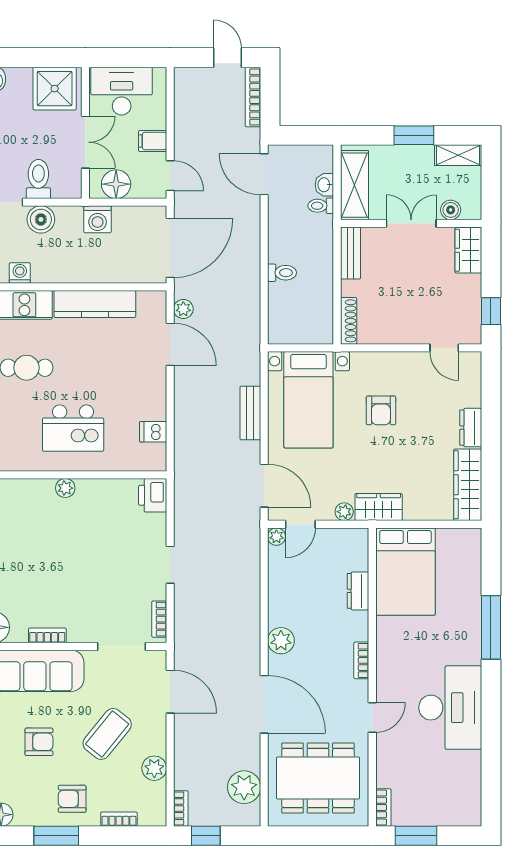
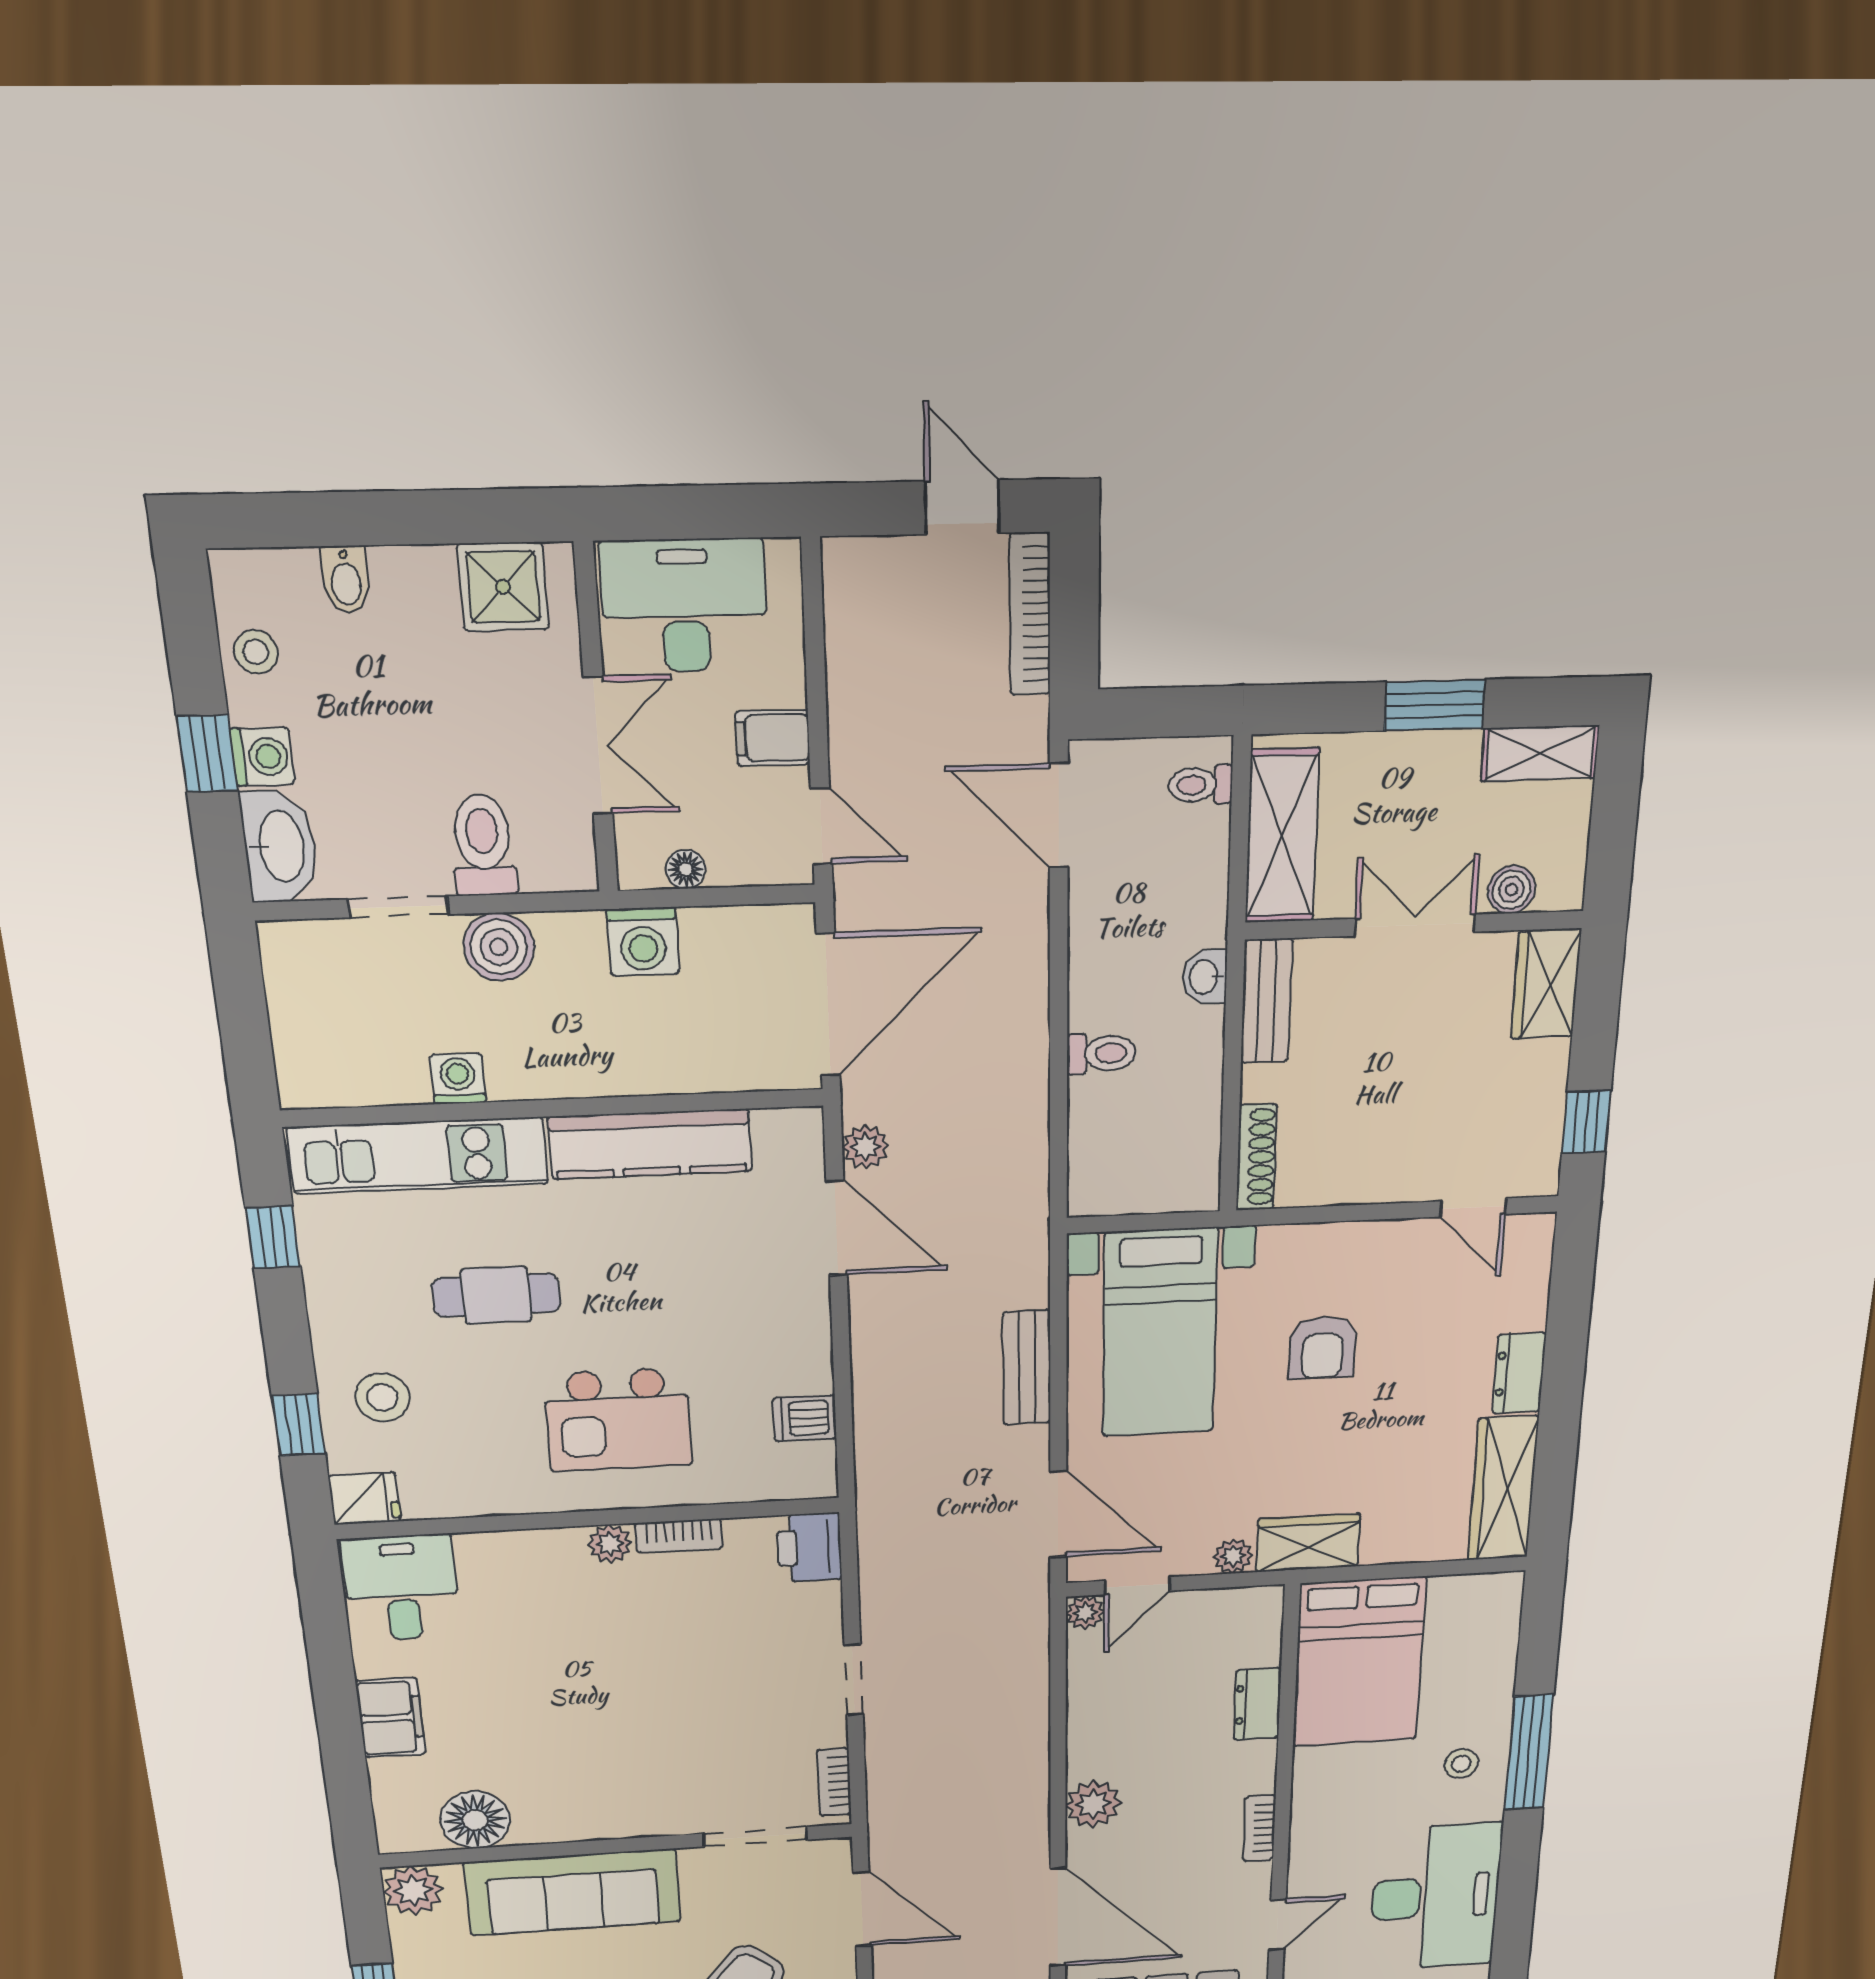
shower: (55, 89) -> (503, 587), width x0.73, depth x0.73
floor lamp: (116, 184) -> (686, 869), width x0.53, depth x0.53
washbasin: (324, 185) -> (1205, 977), moved
toilet: (321, 206) -> (1200, 785), moved
stool: (458, 631) -> (1461, 1764), added
bookcase: (47, 635) -> (679, 1536), moved, turned 180

